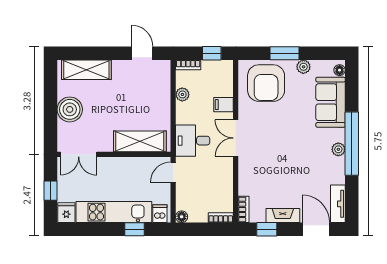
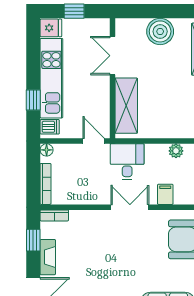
double door: (79, 154) -> (112, 56), moved
bookcase: (221, 218) -> (45, 184), width x1.56

